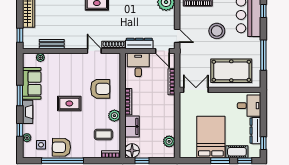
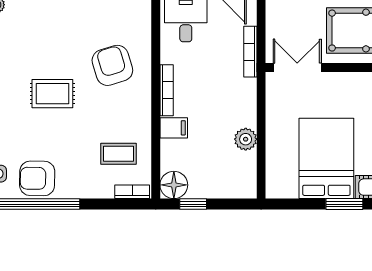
armchair: (100, 89) -> (112, 65), turned -107
plant: (114, 116) -> (140, 117), removed
filing cabinet: (132, 126) -> (174, 128), width x0.50
plant: (169, 141) -> (246, 139), moved

